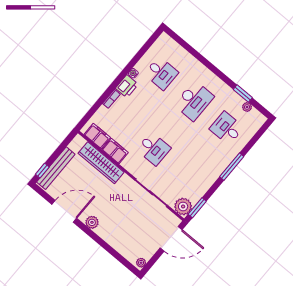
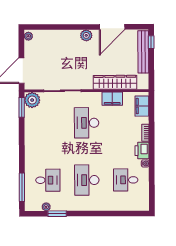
filing cabinet: (97, 136) -> (142, 106), moved, turned 90
desk: (154, 149) -> (87, 123), width x1.37
window: (232, 167) -> (22, 187), moved

